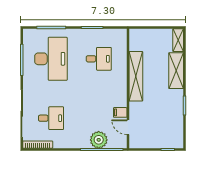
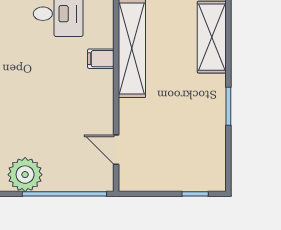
filing cabinet: (120, 112) -> (101, 59), moved
plant: (99, 140) -> (25, 175), moved

